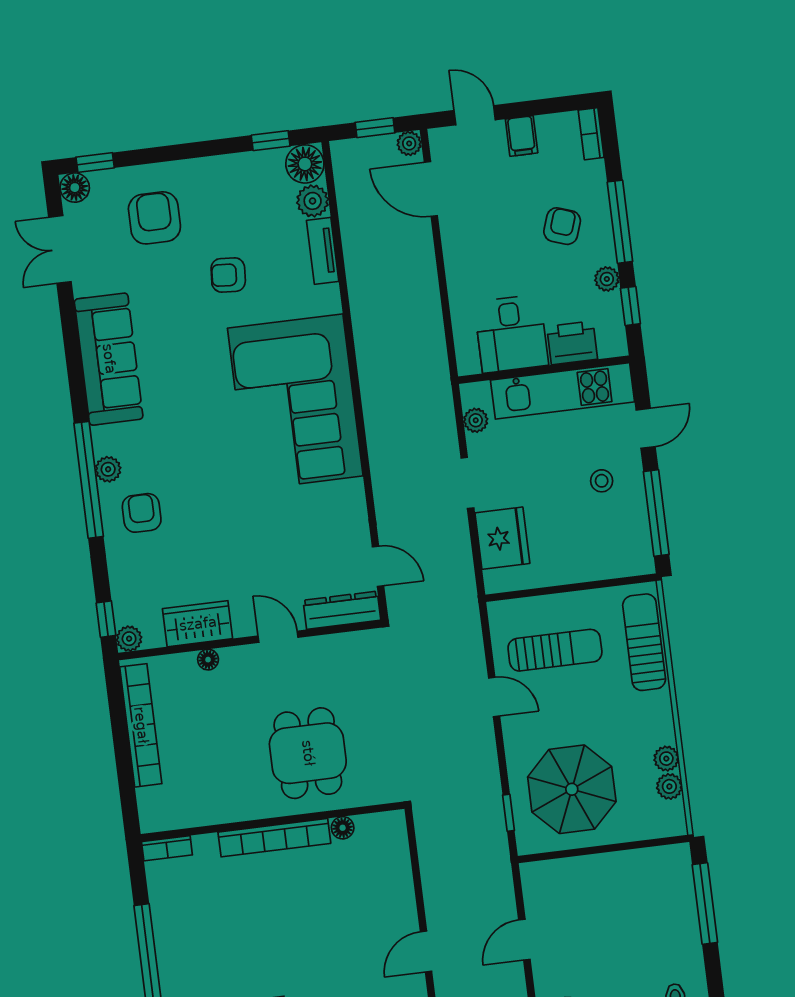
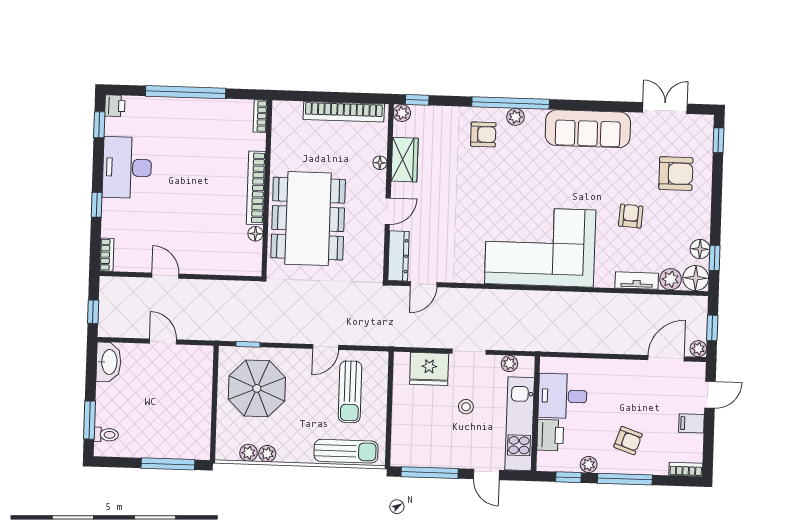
floor lamp: (75, 188) -> (700, 249), moved
stool: (602, 481) -> (466, 407), moved
dining table: (308, 753) -> (308, 219), width x1.88, depth x1.24

